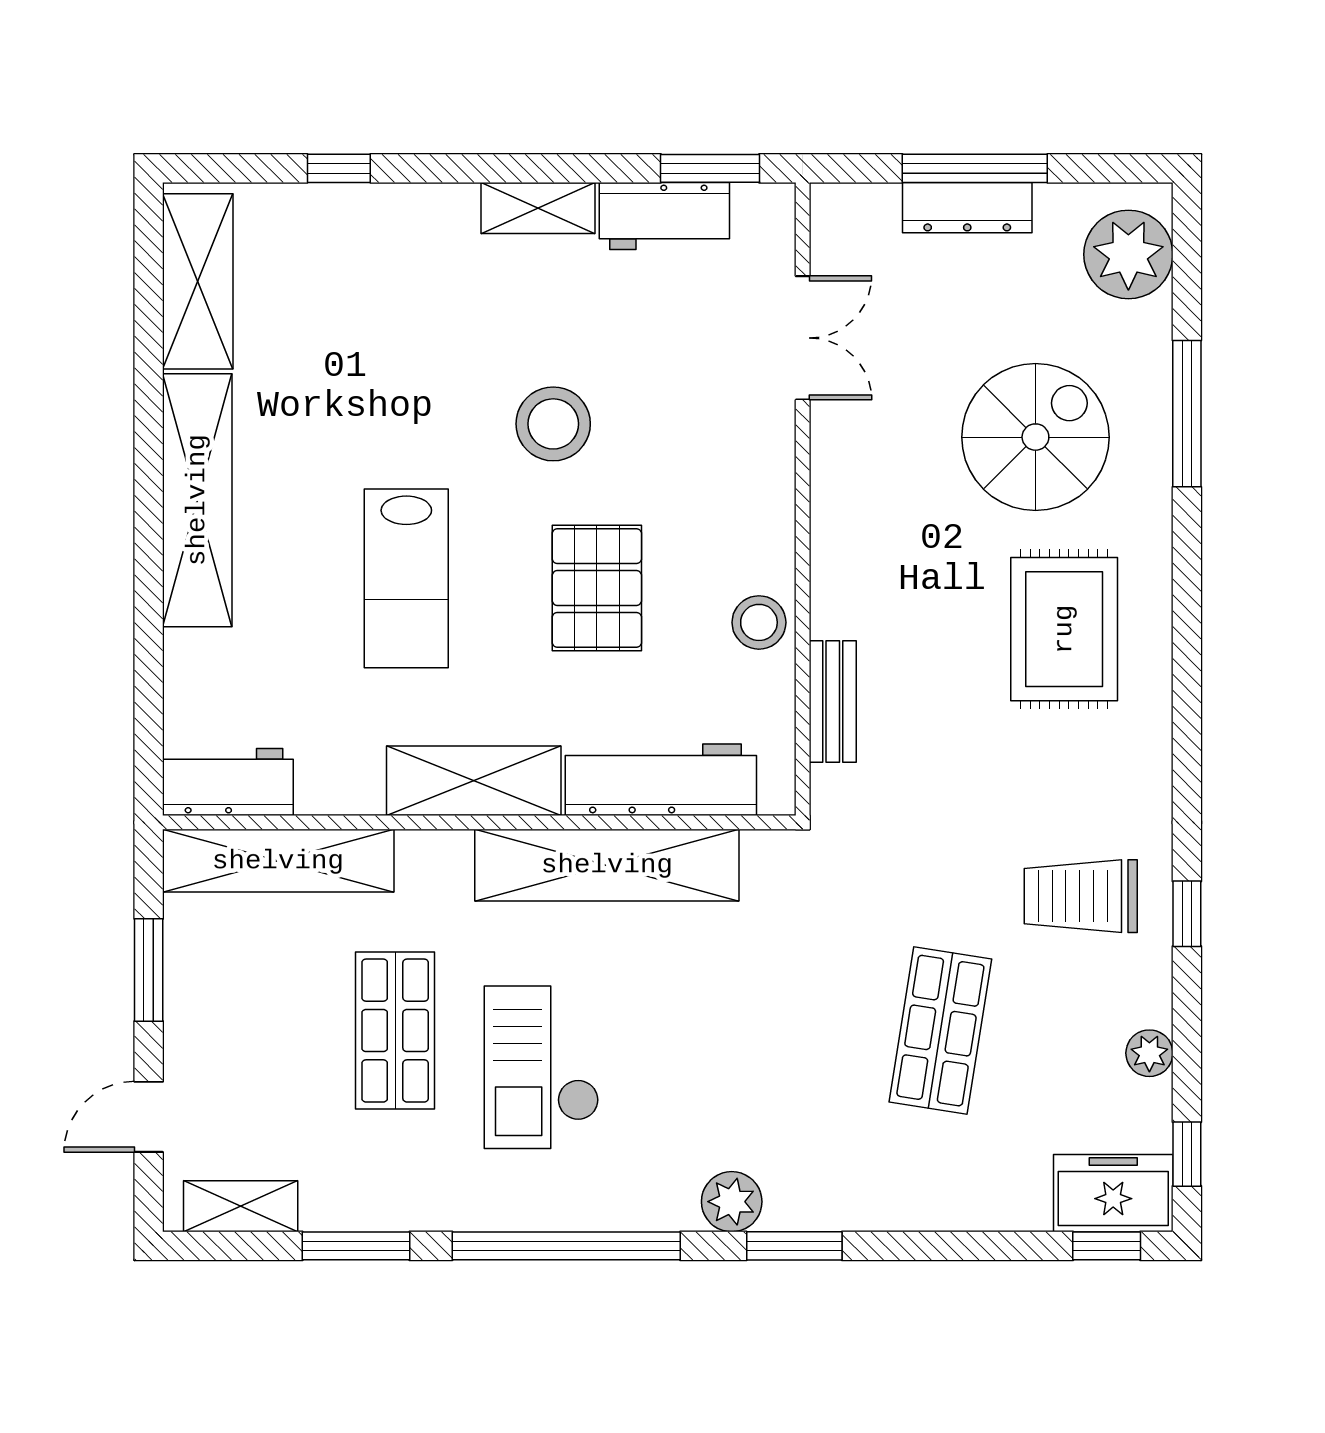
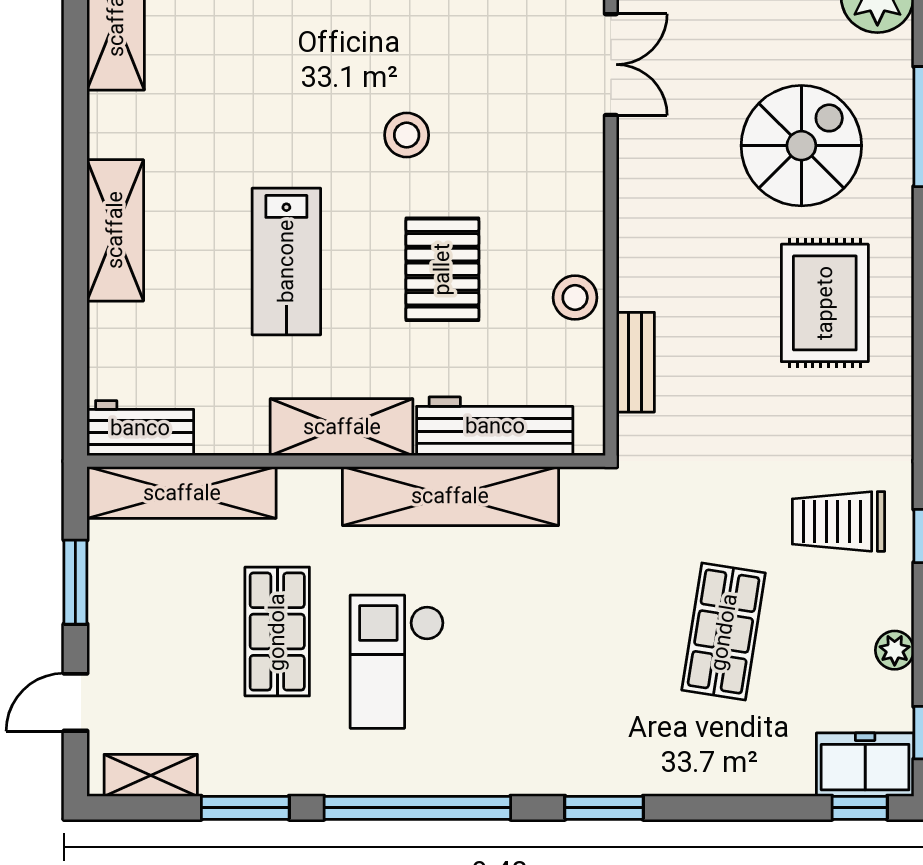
stool: (553, 424) -> (407, 135), width x0.73, depth x0.73
shelving: (197, 500) -> (115, 230), width x0.68
plant: (732, 1202) -> (553, 772), removed

